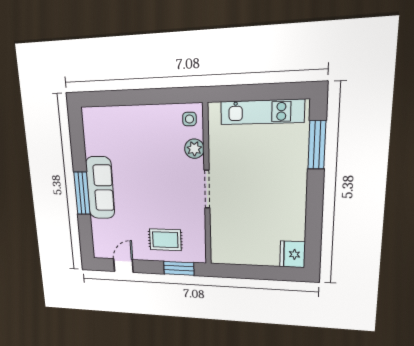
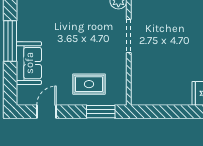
sofa: (100, 188) -> (29, 63), moved, width x0.73

